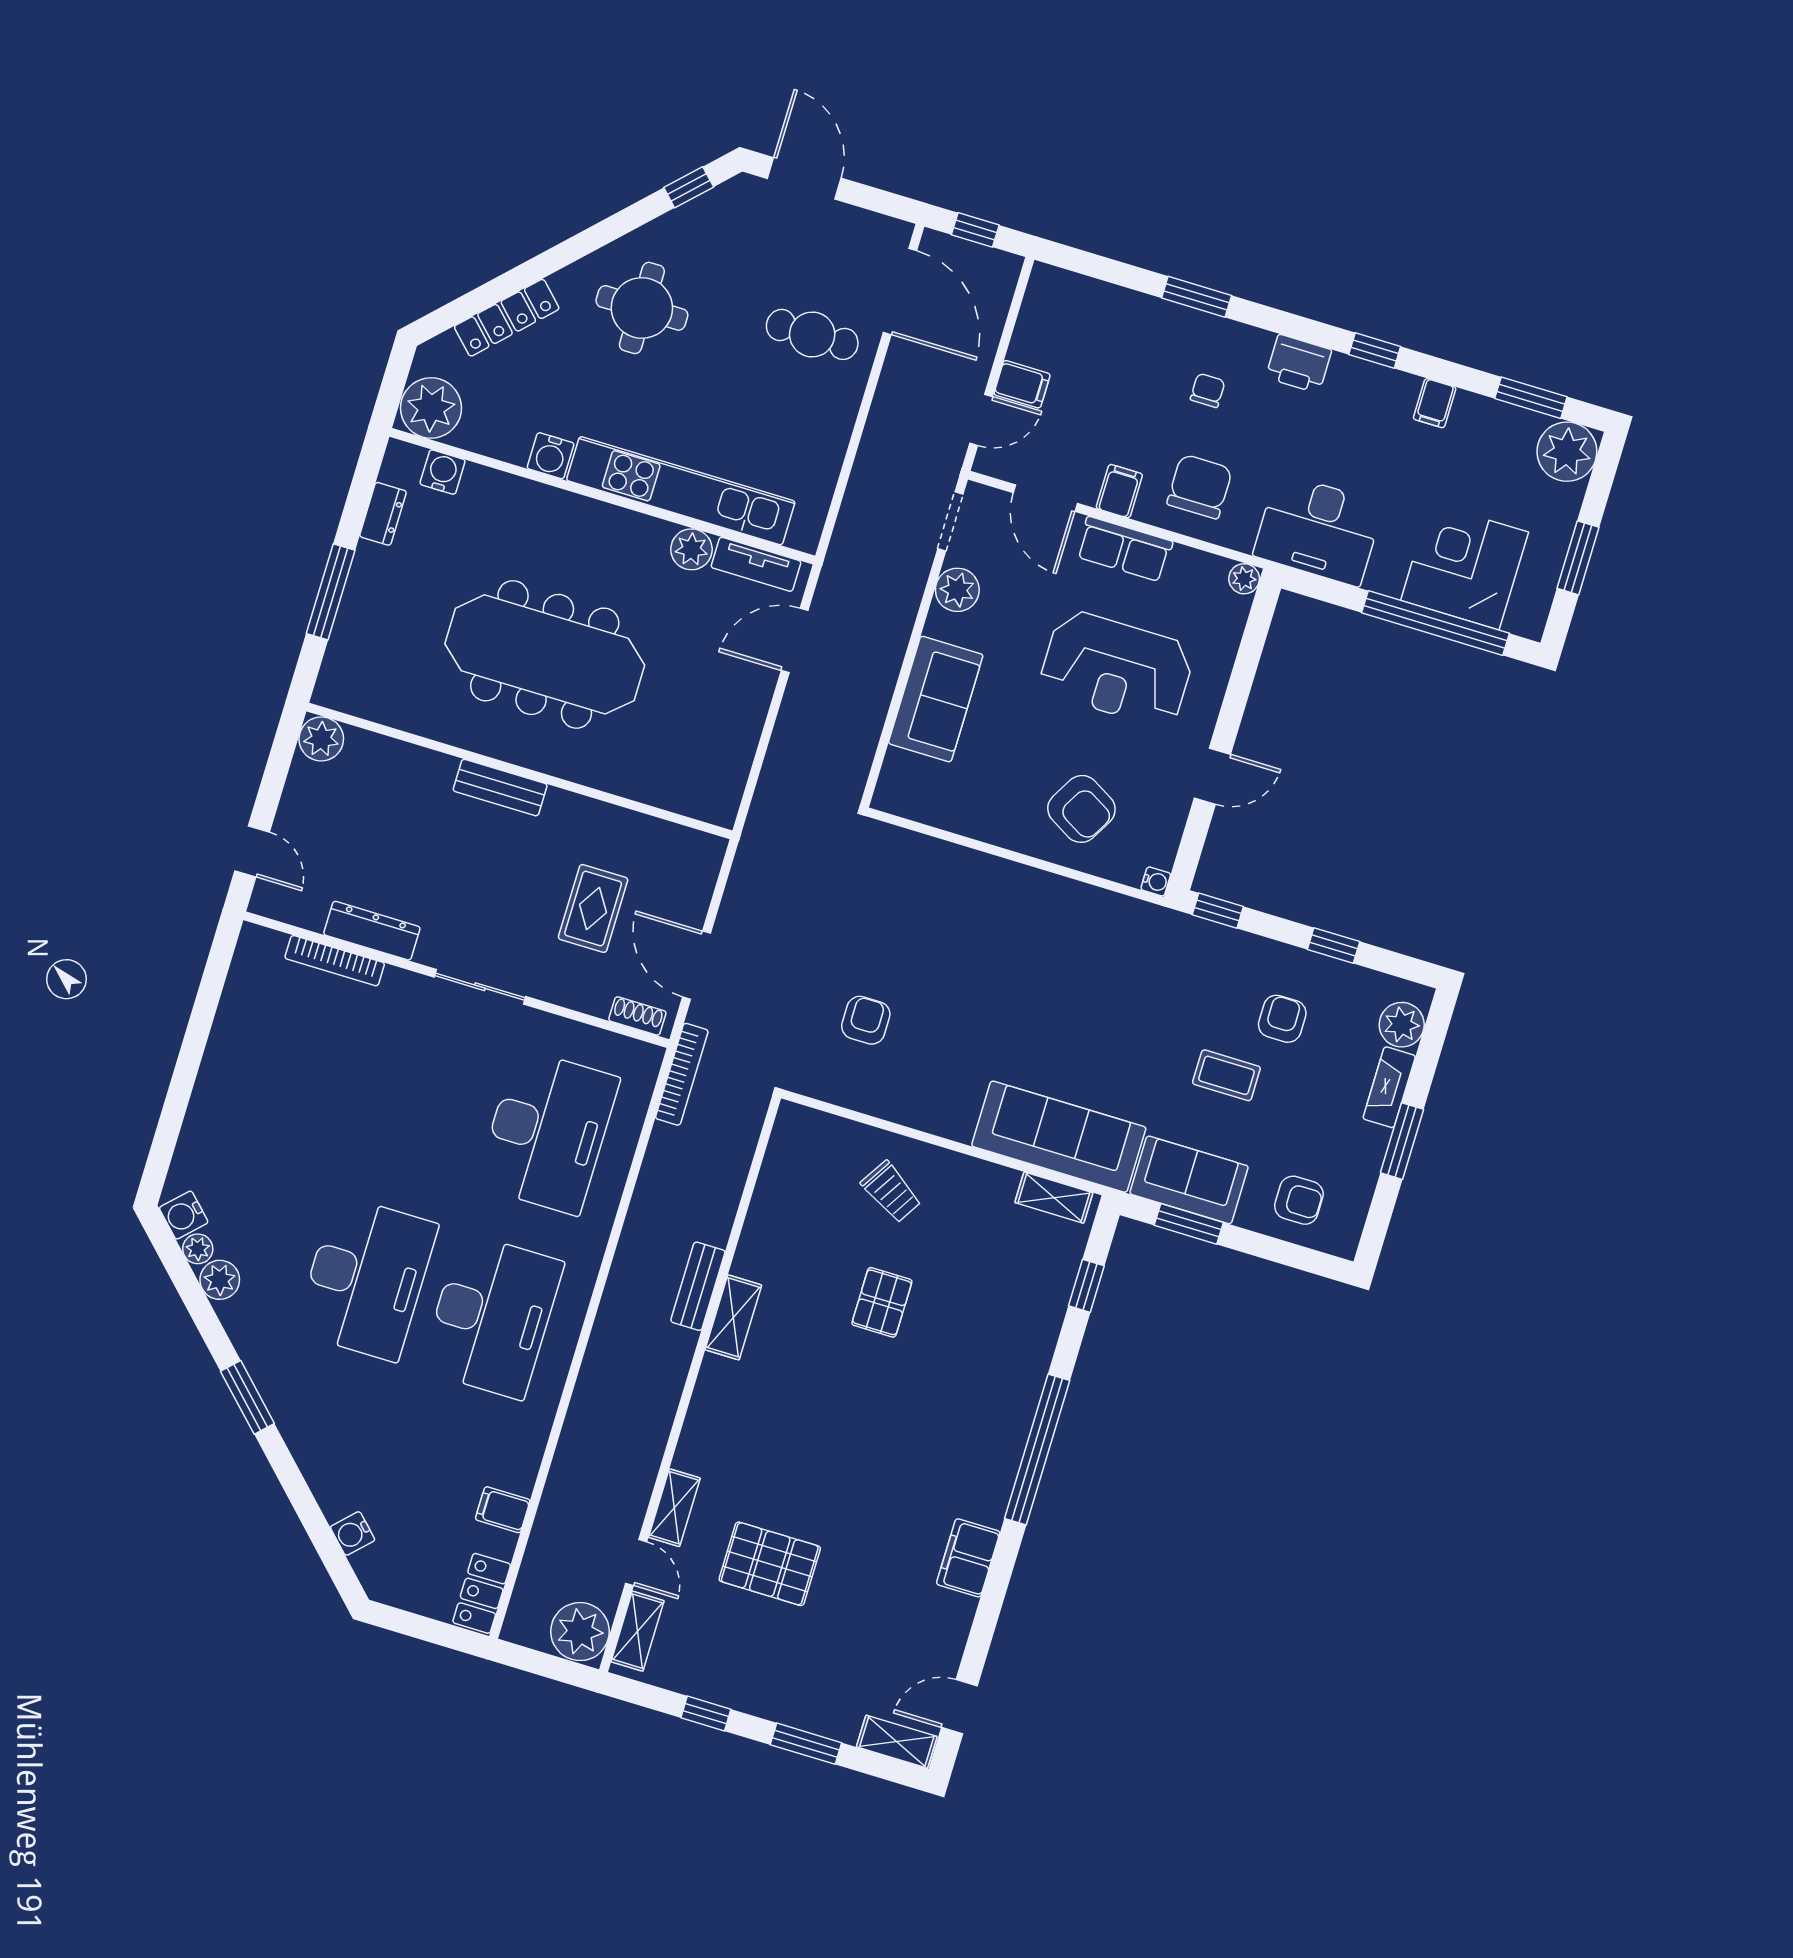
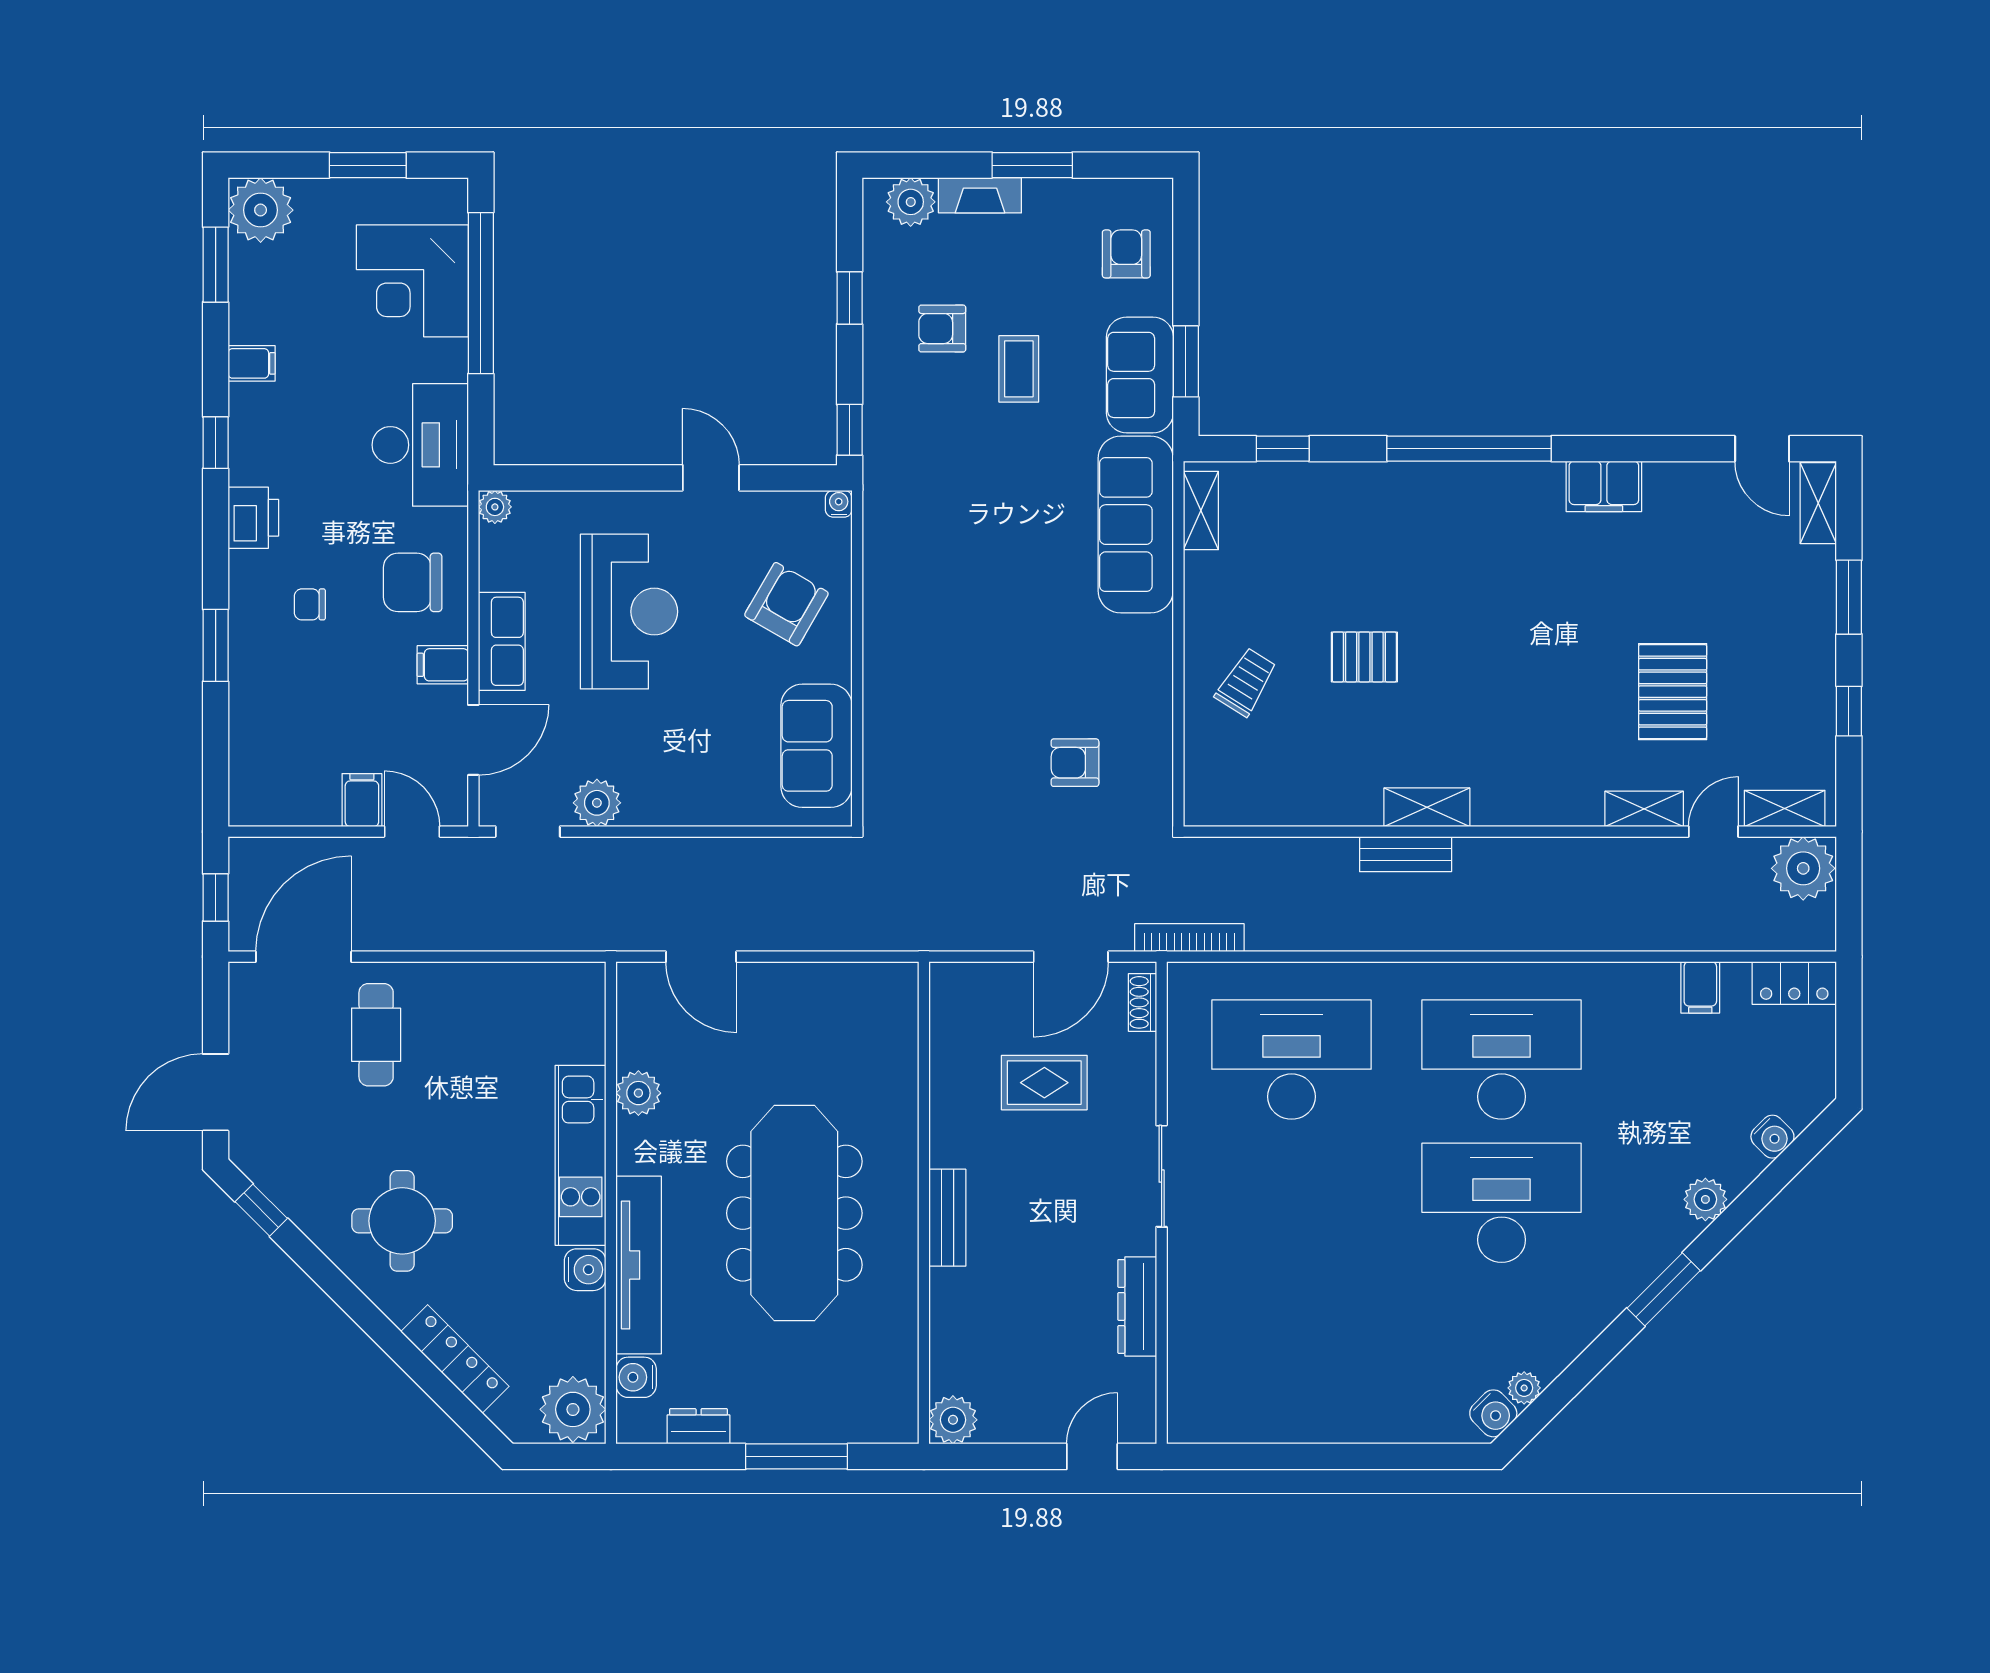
kitchen unit: (681, 491) -> (581, 1155), width x0.73
tv unit: (756, 564) -> (639, 1265), moved, width x1.92, depth x1.29
sofa: (936, 699) -> (816, 746), moved, turned -90
bookcase: (335, 961) -> (1180, 1336), removed
plant: (220, 1280) -> (1705, 1199), moved

